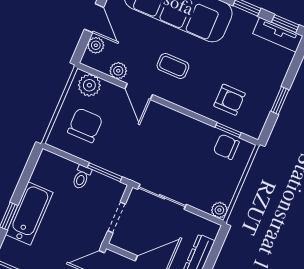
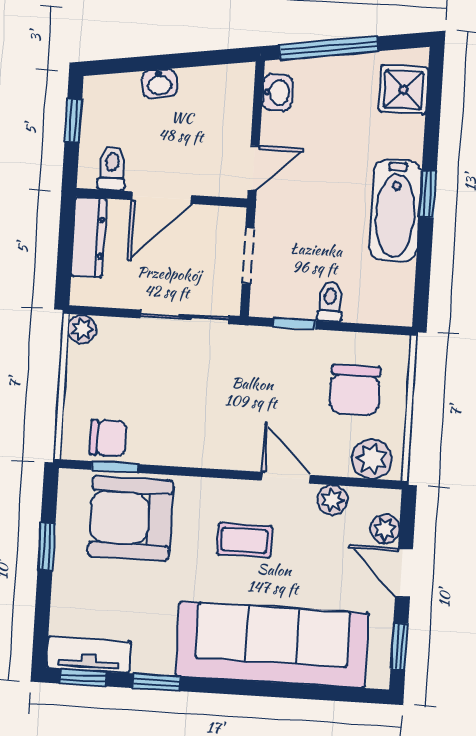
armchair: (230, 100) -> (131, 518), width x1.88, depth x1.88
window: (105, 172) -> (294, 324), width x0.67

